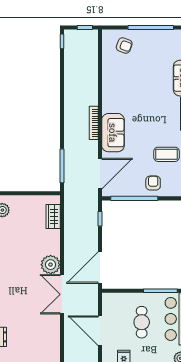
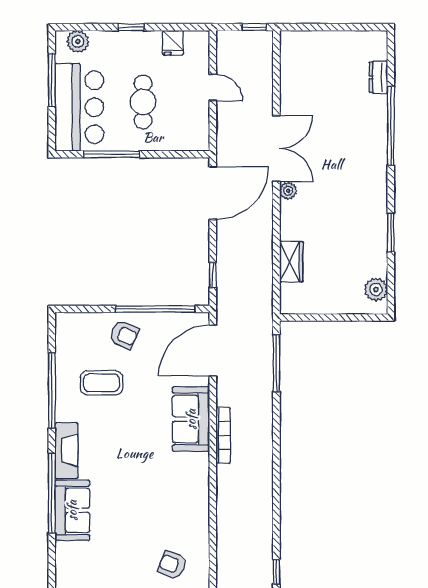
armchair: (153, 183) -> (124, 335), turned -66
wardrobe: (53, 217) -> (291, 262), moved
plant: (51, 265) -> (288, 191), width x0.53, depth x0.53
door: (100, 331) -> (213, 88), width x0.53

